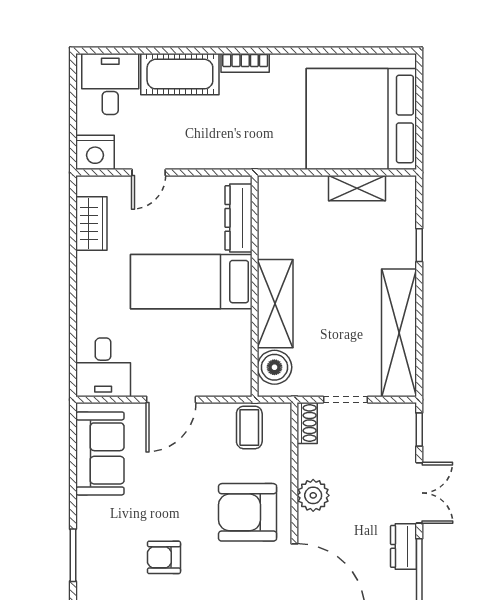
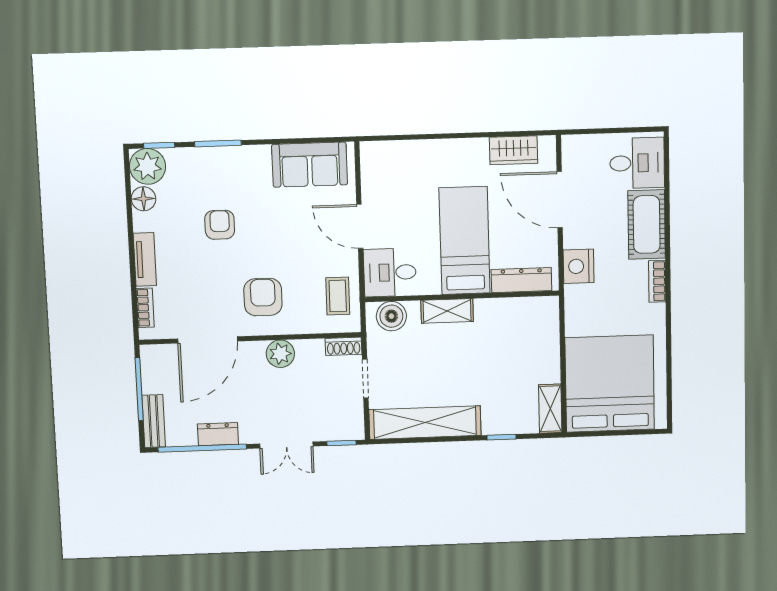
nightstand: (95, 152) -> (579, 266), moved
door: (149, 173) -> (560, 200), width x1.87
shelving: (357, 188) -> (550, 409), moved
shelving: (275, 304) -> (447, 311), width x0.67, depth x0.75
desk: (103, 367) -> (390, 272), moved
coffee table: (249, 427) -> (338, 296), turned 90
armchair: (248, 512) -> (263, 297), width x0.73, depth x0.73
dresser: (404, 546) -> (218, 434), moved

